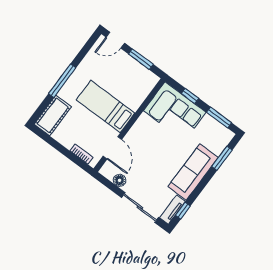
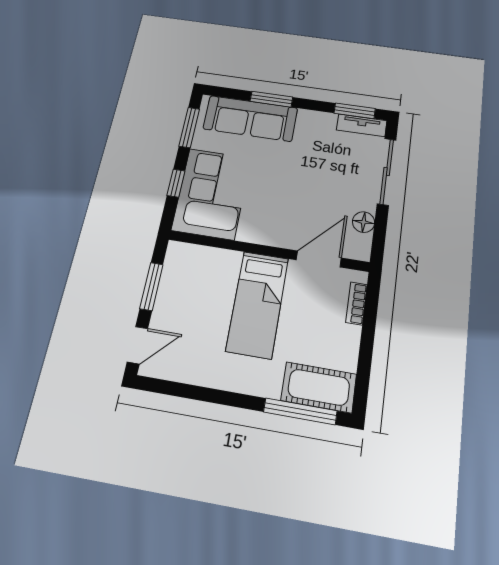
door: (115, 40) -> (137, 345), hinge flipped
window: (62, 81) -> (300, 411), moved
window: (222, 158) -> (271, 99), moved
sofa: (193, 172) -> (250, 118), moved
window: (183, 211) -> (355, 111), width x1.50

